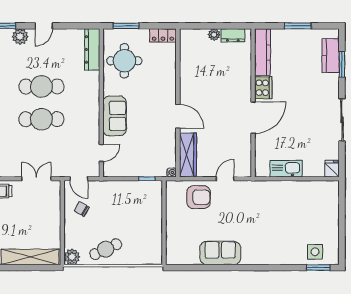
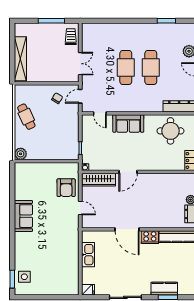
kitchen counter: (331, 56) -> (164, 289), moved
sofa: (220, 253) -> (23, 216), moved
plant: (72, 257) -> (21, 154), moved

